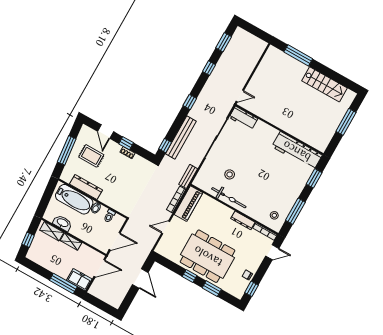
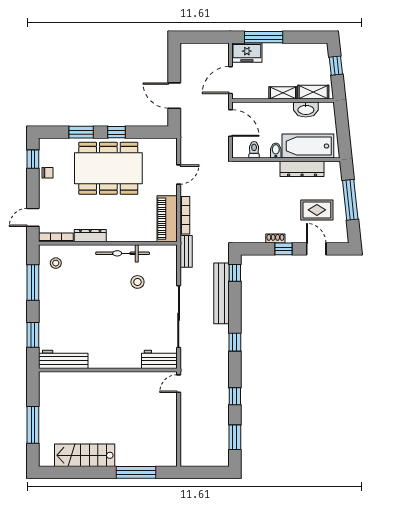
workbench: (297, 151) -> (63, 359), width x0.73, depth x0.76
door: (115, 241) -> (230, 123), swing flipped

